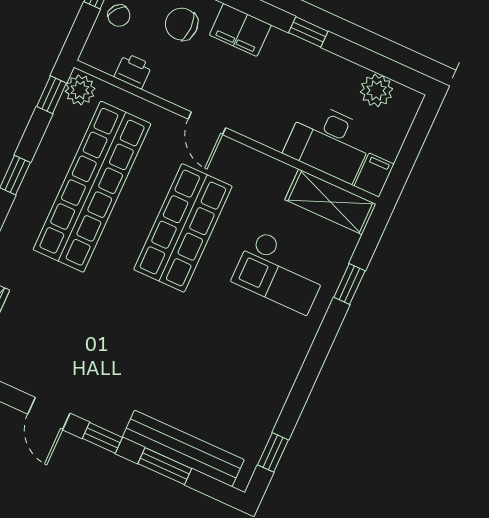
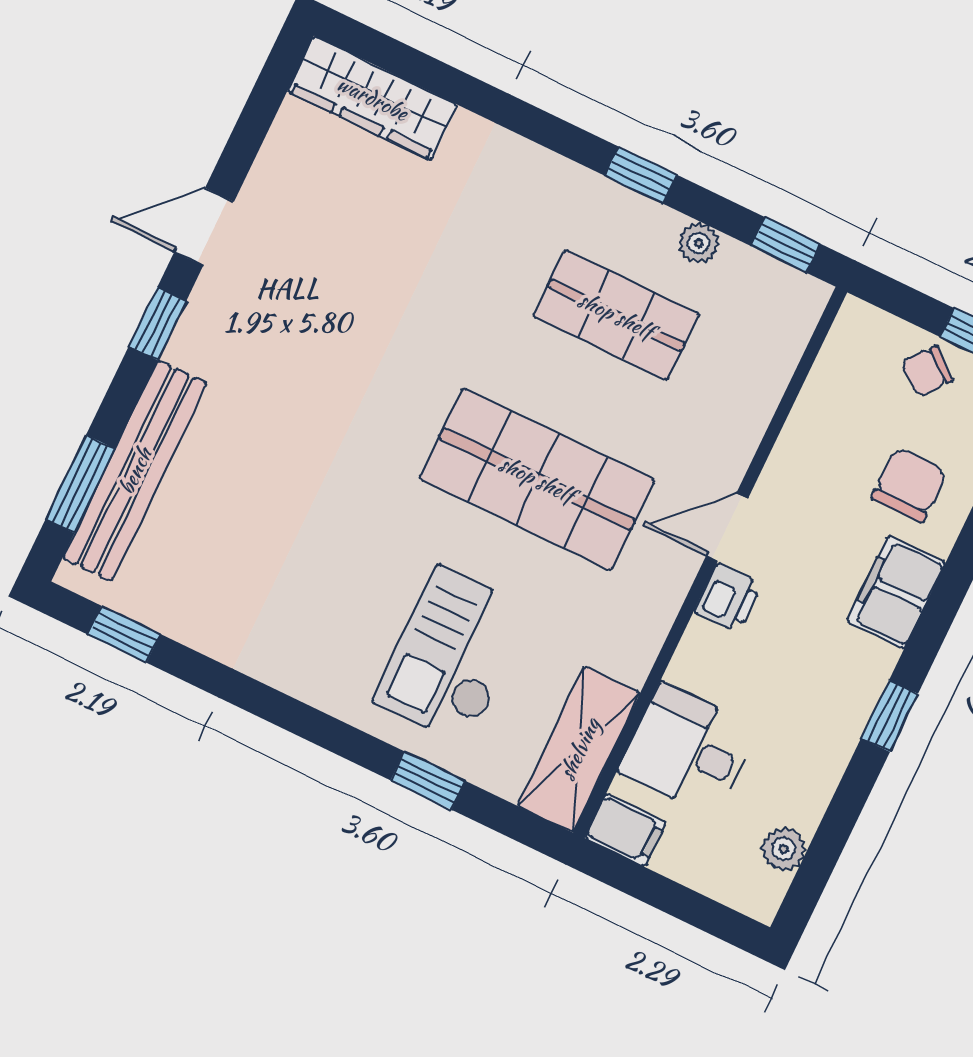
printer: (133, 71) -> (728, 598), moved
plant: (80, 90) -> (699, 243), moved, width x0.73, depth x0.73
plant: (377, 91) -> (784, 849), width x0.73, depth x0.73
desk: (329, 142) -> (688, 750), width x0.73
shop shelf: (92, 187) -> (616, 315), width x0.50, depth x0.74
window: (165, 466) -> (80, 484), moved

